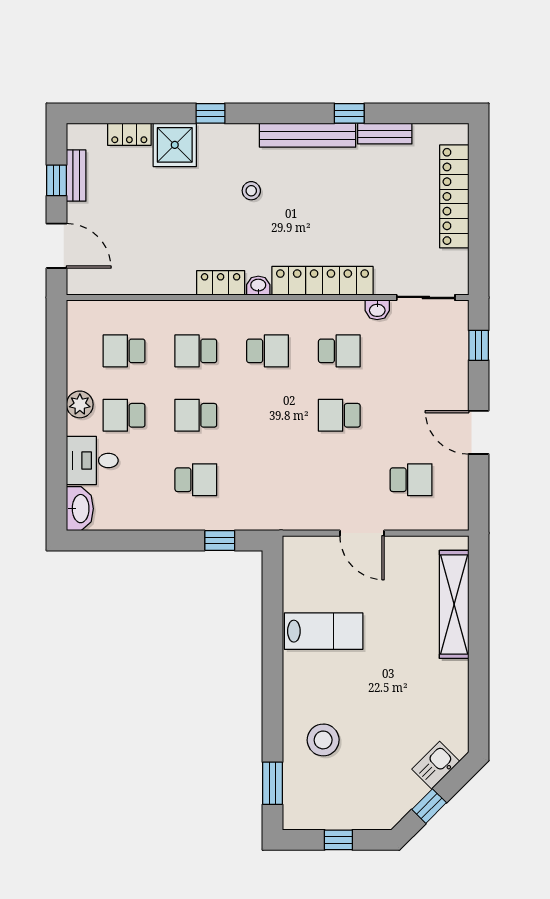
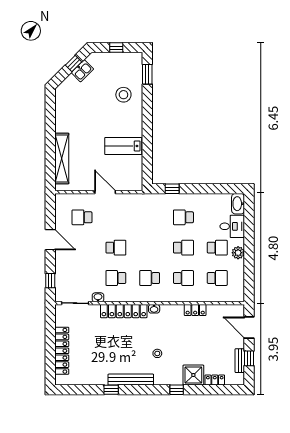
bench: (385, 134) -> (94, 380), removed
locker: (221, 283) -> (195, 310), moved
kitchen sink: (436, 765) -> (82, 71), moved

